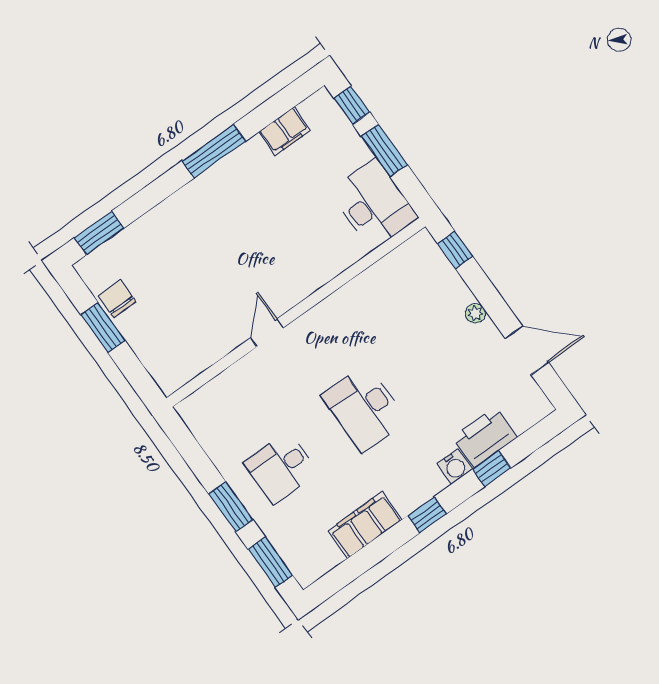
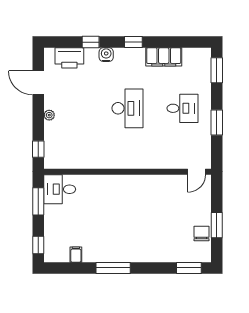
filing cabinet: (285, 131) -> (76, 255), width x0.50
window: (384, 150) -> (38, 201), moved
desk: (374, 204) -> (60, 189), width x0.73
chair: (117, 299) -> (202, 233), turned 180
door: (267, 333) -> (197, 172), moved
printer: (485, 437) -> (69, 58), moved
window: (231, 507) -> (217, 123), moved

